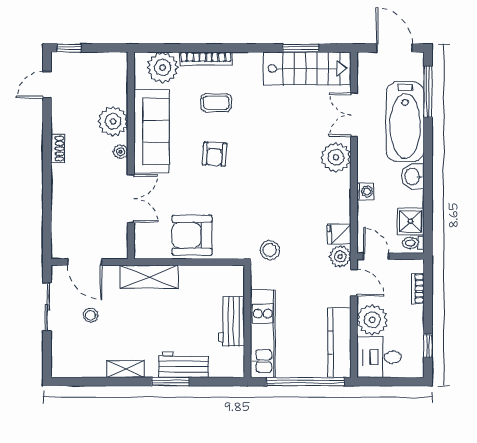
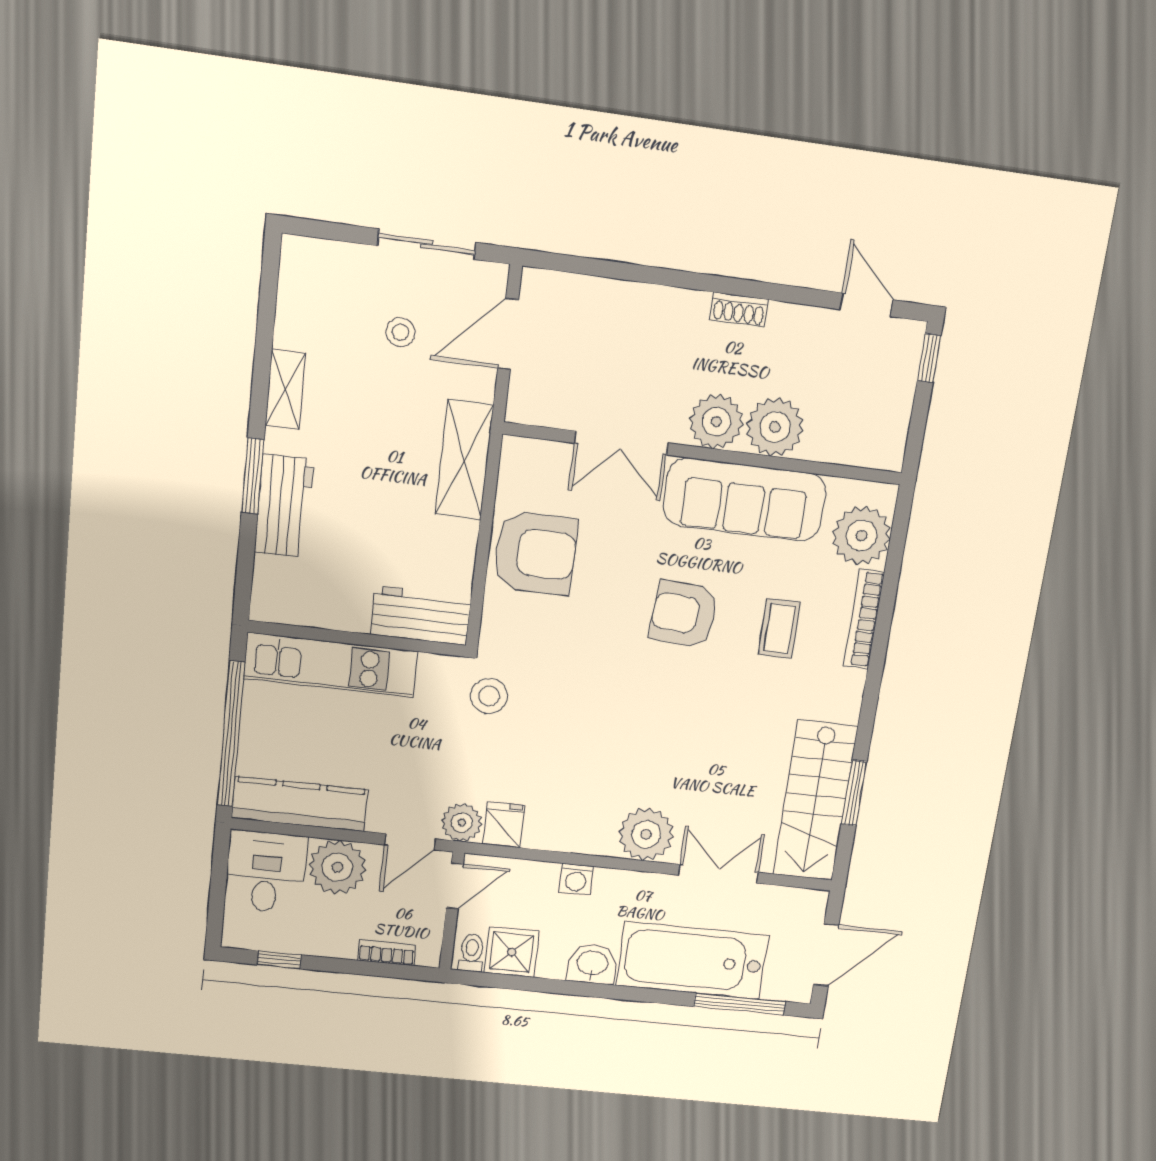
plant: (121, 152) -> (716, 421), width x1.88, depth x1.88
armchair: (215, 154) -> (684, 614), width x1.38, depth x1.38
armchair: (192, 235) -> (535, 553), turned 90
workbench: (232, 321) -> (421, 616), moved

